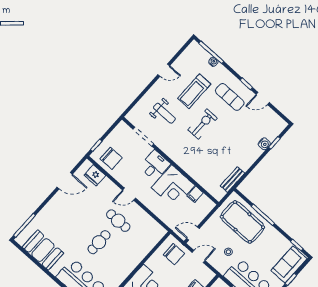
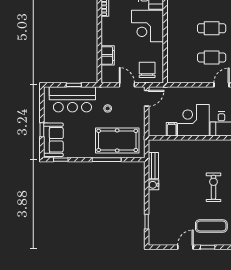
exercise bike: (203, 124) -> (213, 187), turned 180
water cooler: (264, 144) -> (154, 185), moved
cafe table: (99, 242) -> (212, 28), turned 90
chair: (174, 254) -> (147, 70), turned 90
door: (199, 256) -> (127, 85), swing flipped

